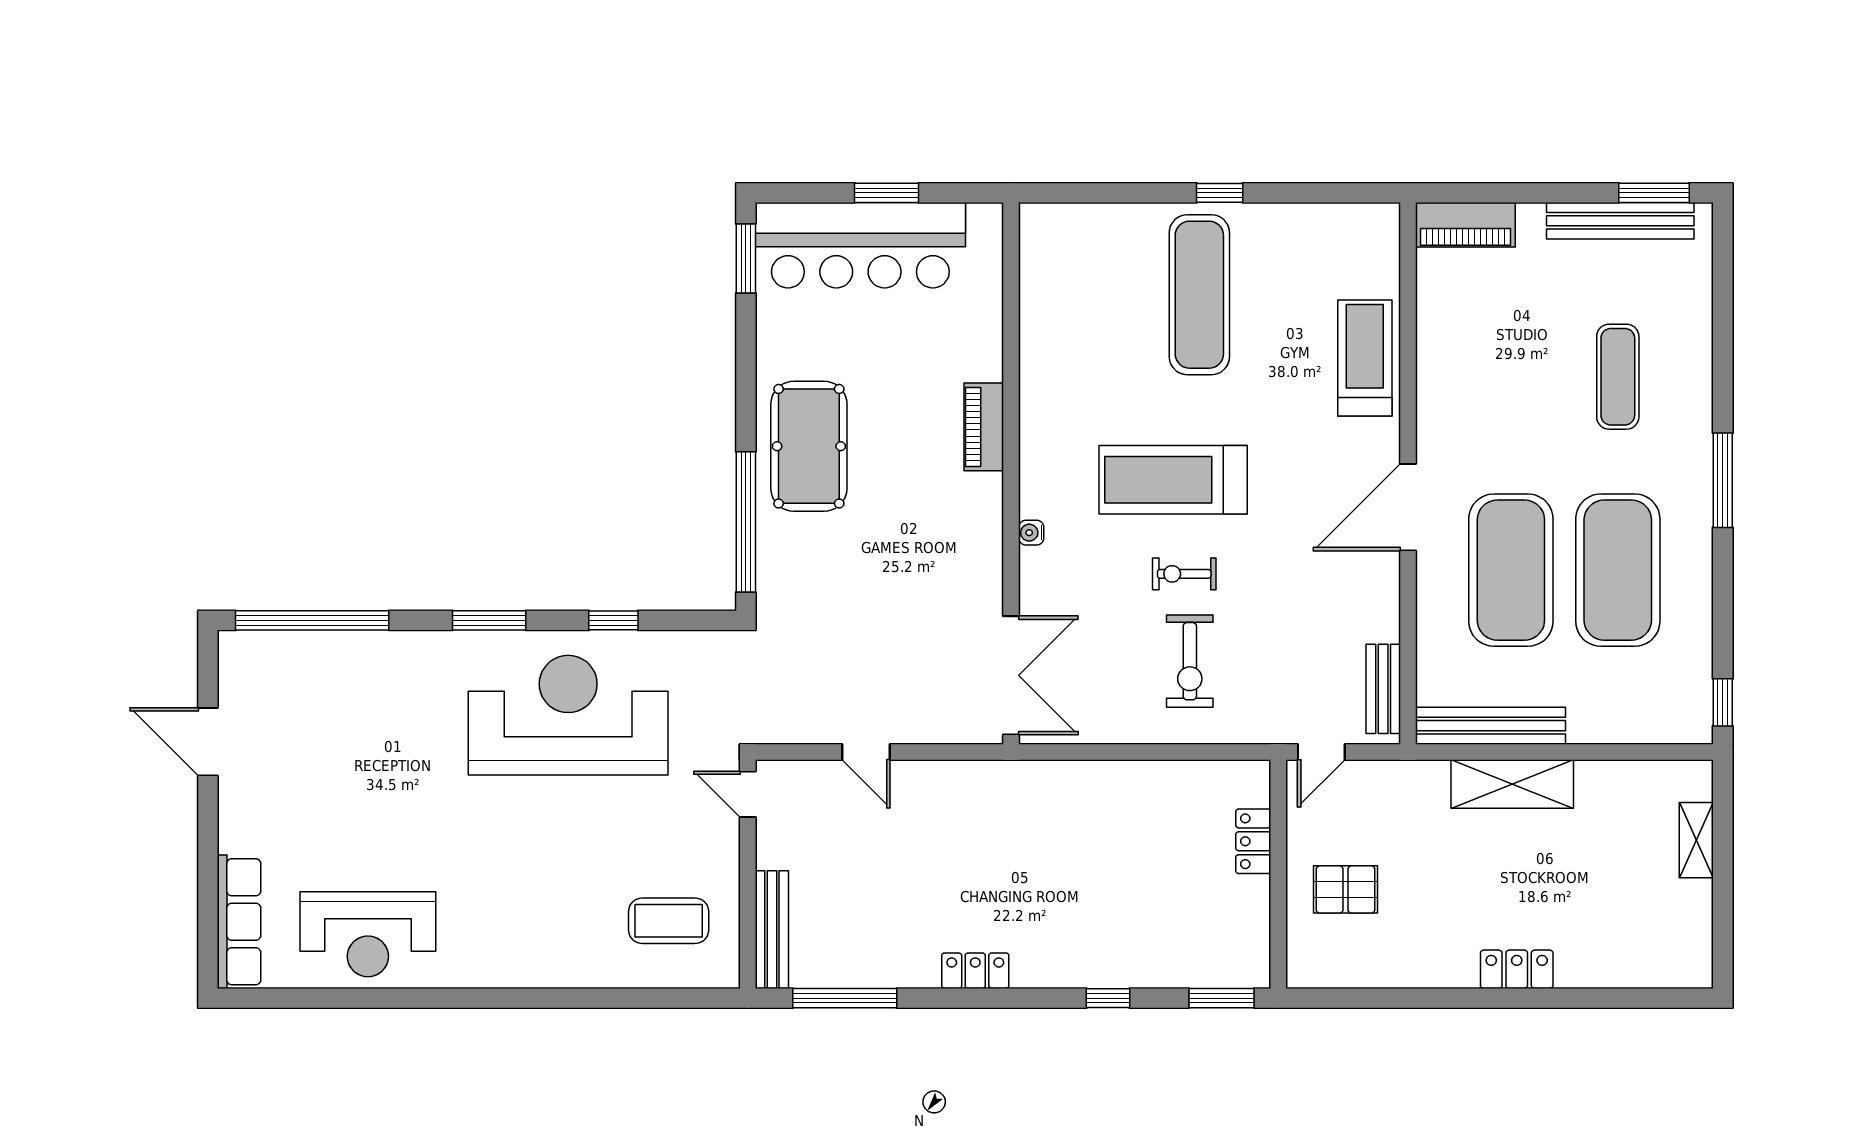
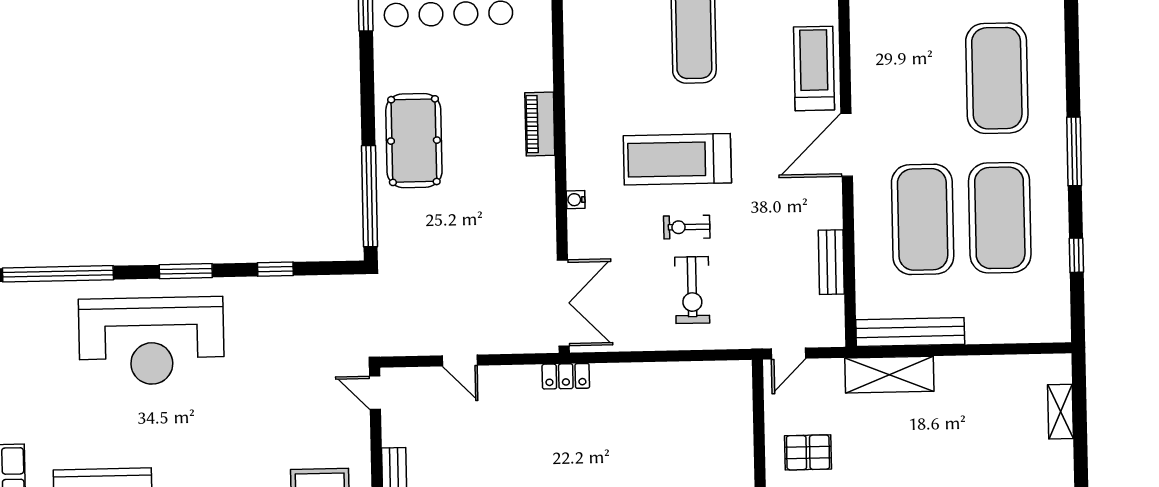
exercise mat: (1618, 377) -> (997, 78), width x2.00, depth x1.45
door: (1408, 507) -> (847, 145), moved
bench: (1383, 689) -> (831, 262), moved
window: (1723, 702) -> (1076, 255), moved
reception desk: (568, 715) -> (151, 341), moved, turned 180
shelving: (1512, 784) -> (889, 375), moved
locker: (1253, 841) -> (566, 376), moved, turned -90

